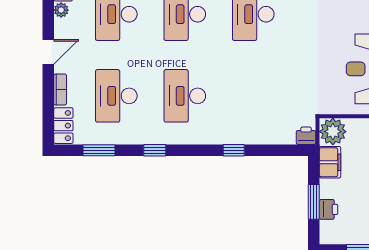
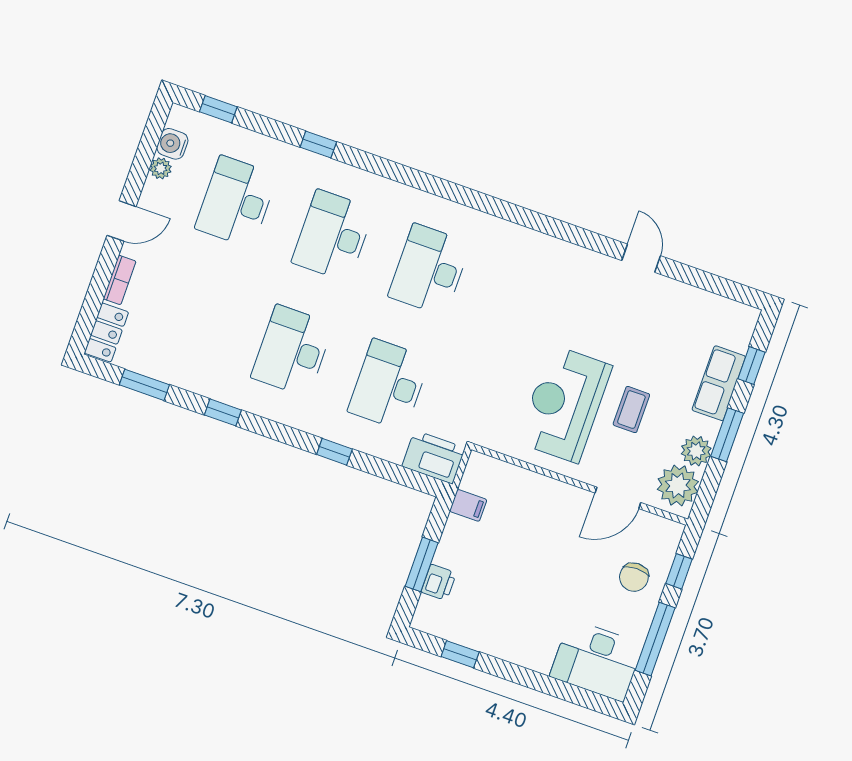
desk: (116, 96) -> (389, 385), moved
plant: (333, 132) -> (483, 475), removed
printer: (306, 136) -> (434, 457), width x1.87, depth x1.48
filing cabinet: (330, 162) -> (468, 505), width x0.50

